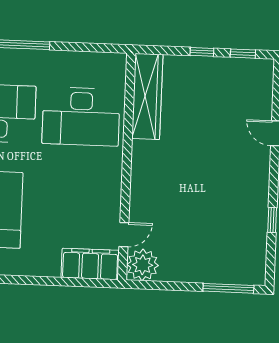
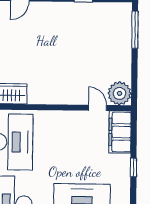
window: (42, 281) -> (133, 167), added

